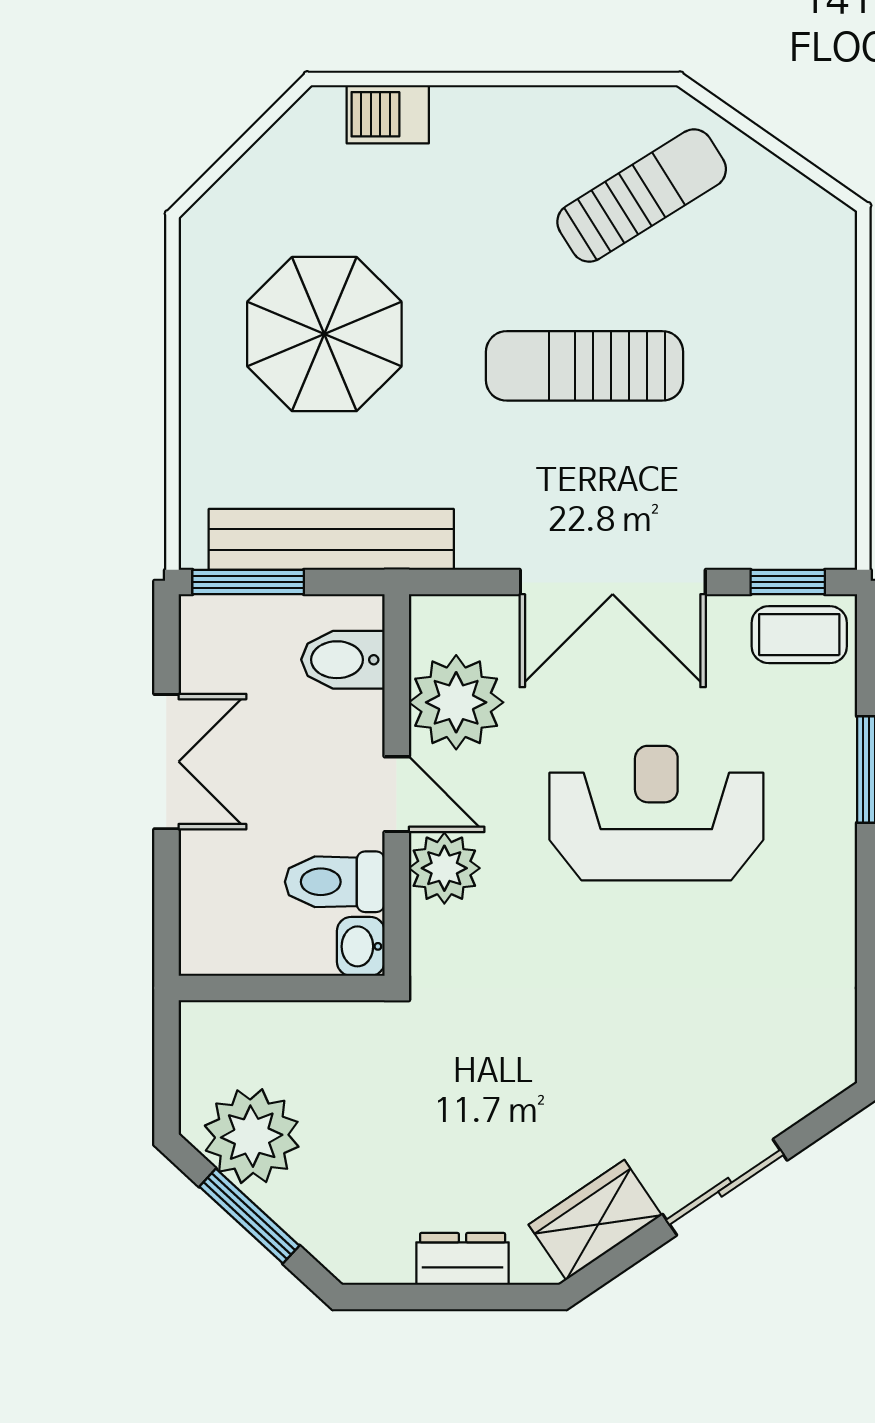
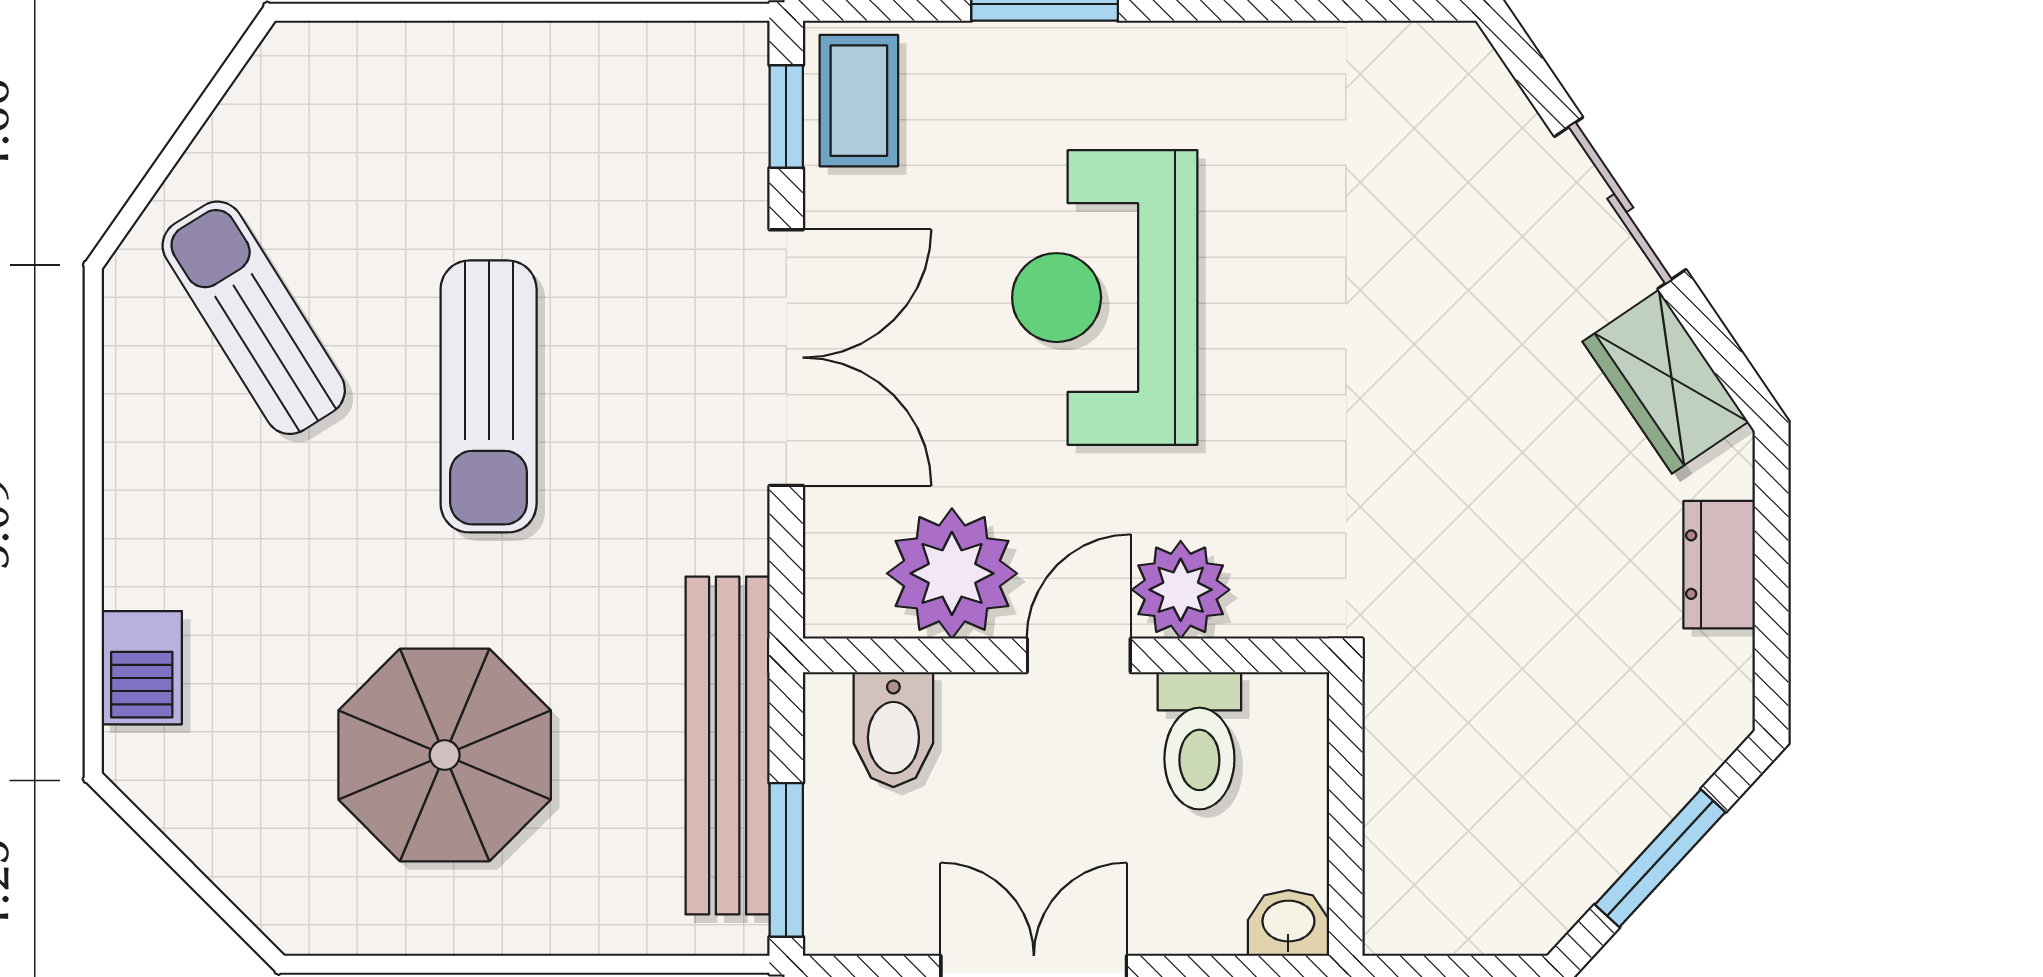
washbasin: (361, 946) -> (1288, 923), moved, turned 180
plant: (252, 1136) -> (1550, 855), removed

